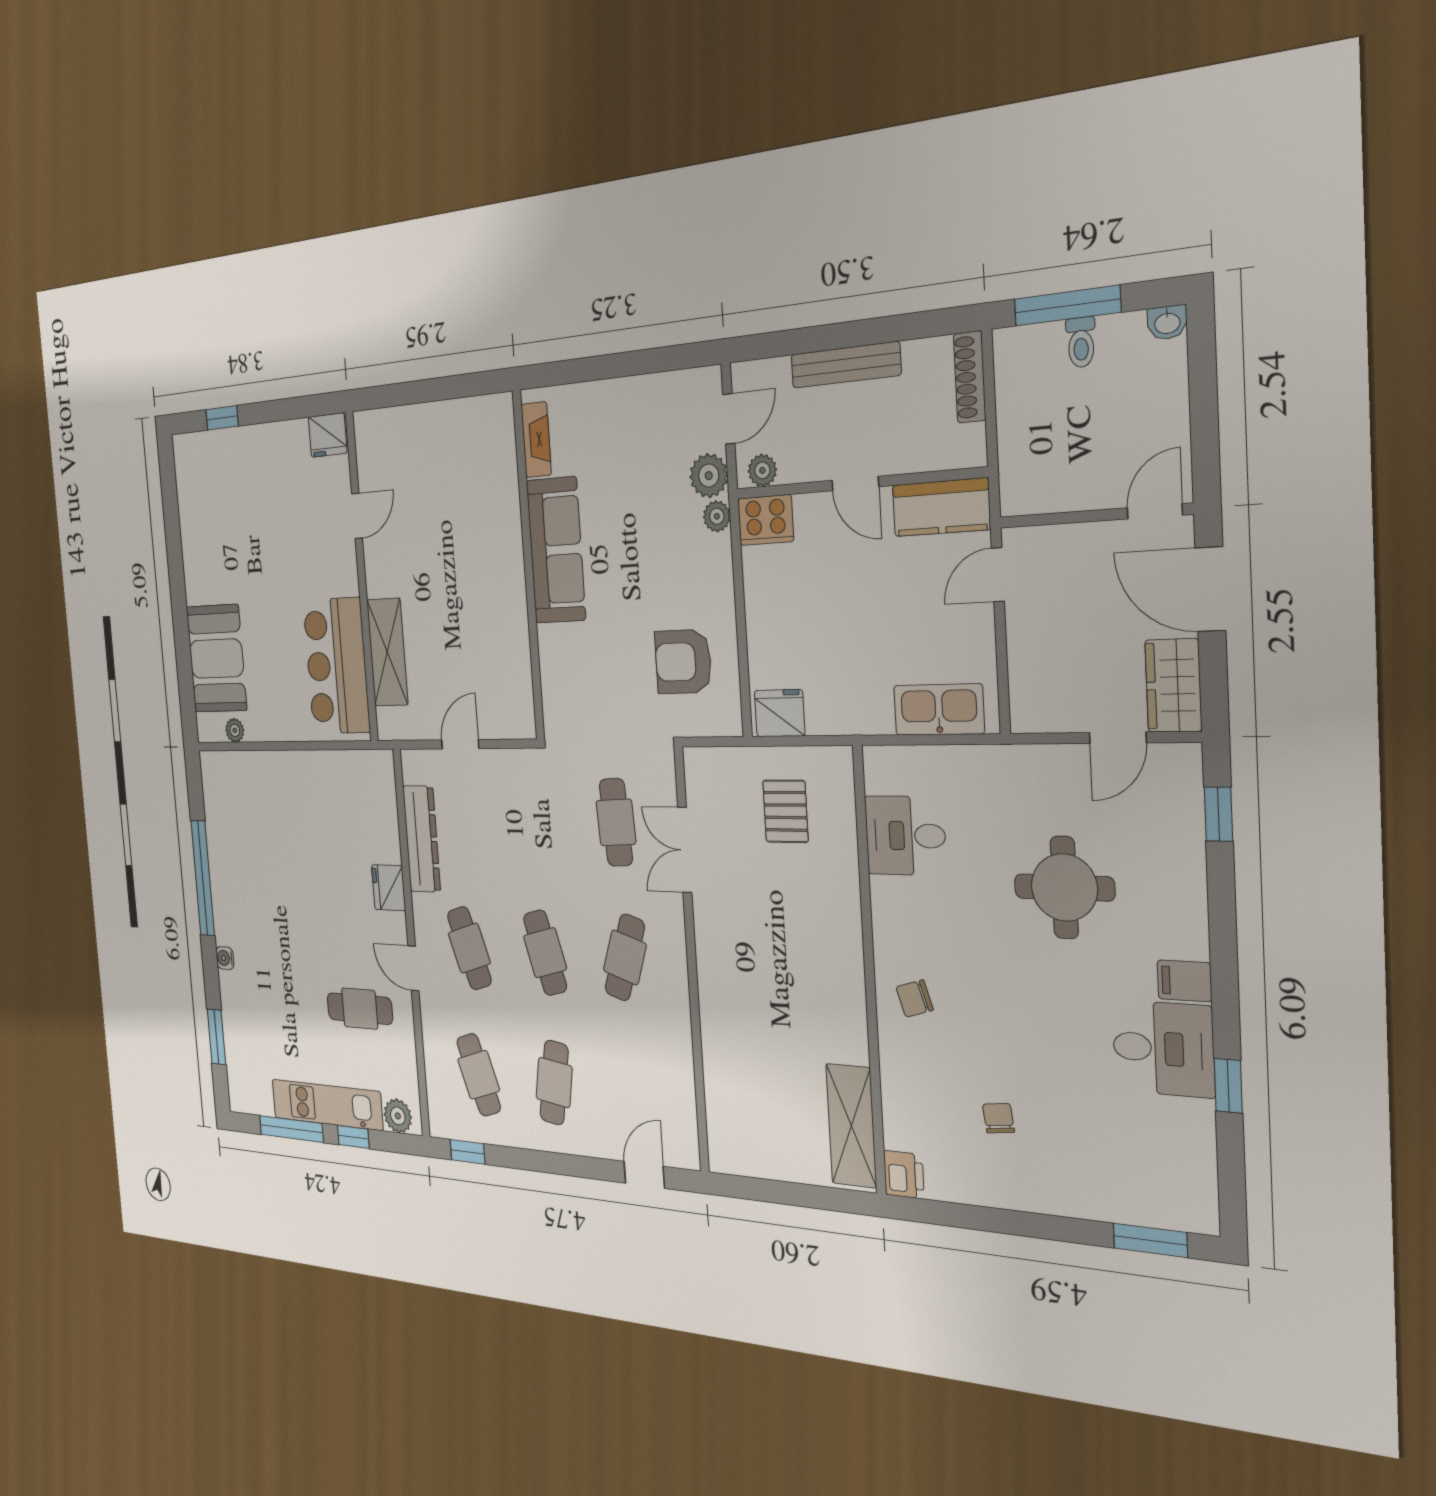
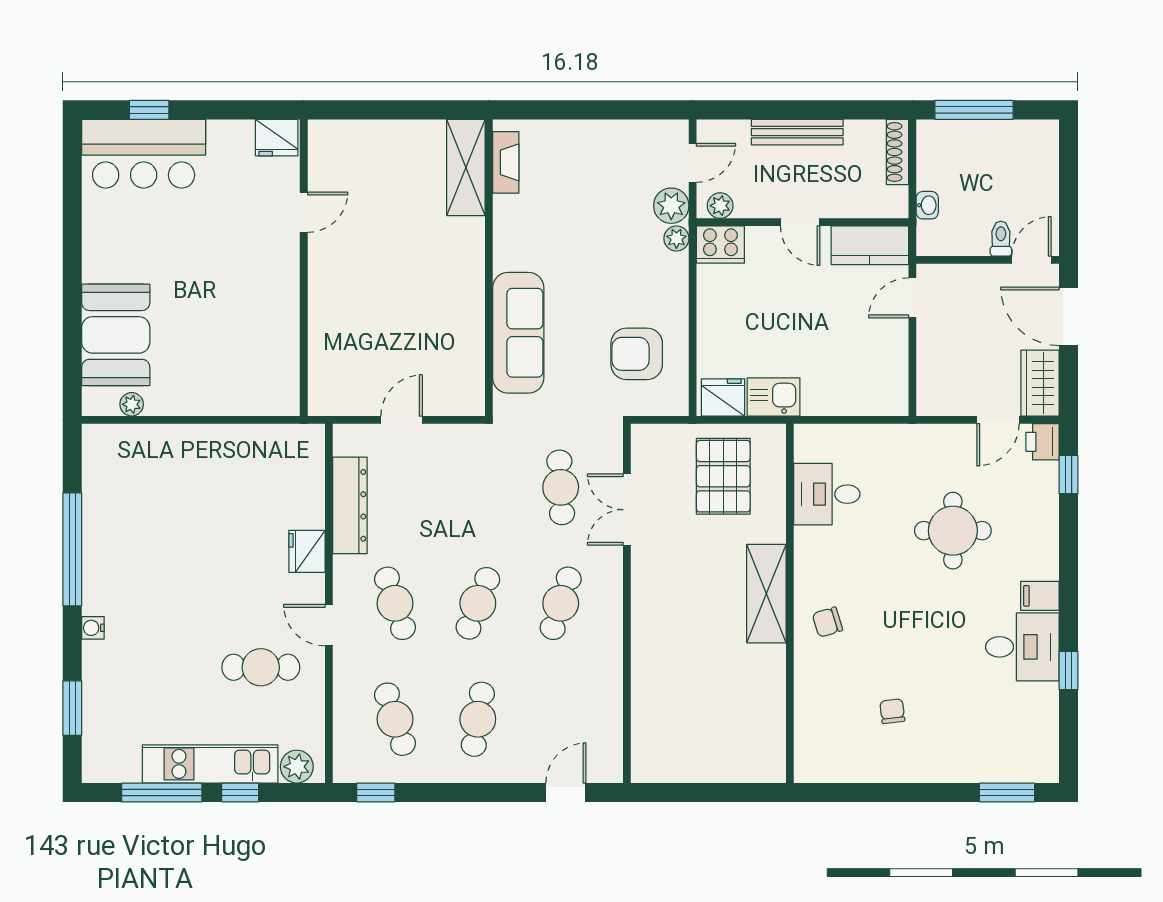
washbasin: (1167, 323) -> (927, 205), moved, turned -90
toilet: (1081, 342) -> (1001, 239), moved, turned 180
sofa: (556, 550) -> (518, 333), moved
shelving: (387, 652) -> (466, 167), moved
bar counter: (337, 666) -> (144, 154), moved, turned -90
kitchen sink: (939, 709) -> (774, 397), moved, width x0.73
pallet: (785, 811) -> (723, 476), width x1.50, depth x1.42
cafe table: (545, 953) -> (478, 603), turned 36
shelving: (851, 1126) -> (766, 594), moved
printer: (904, 1175) -> (1043, 442), moved, turned 180

